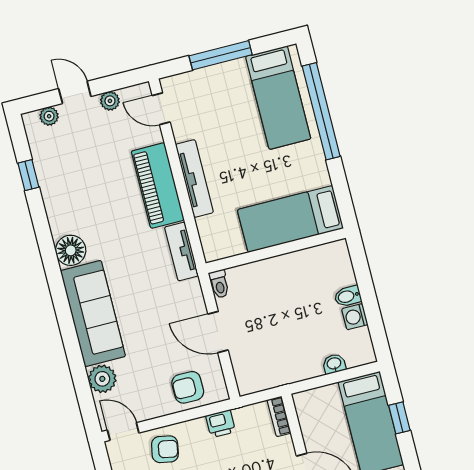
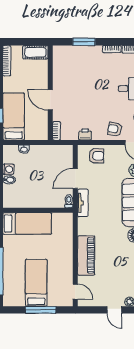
bed: (278, 98) -> (36, 283), moved
plant: (110, 101) -> (99, 302), removed
tv unit: (194, 179) -> (68, 254), removed
tv unit: (181, 252) -> (83, 203), moved
door: (218, 332) -> (75, 178), swing flipped

